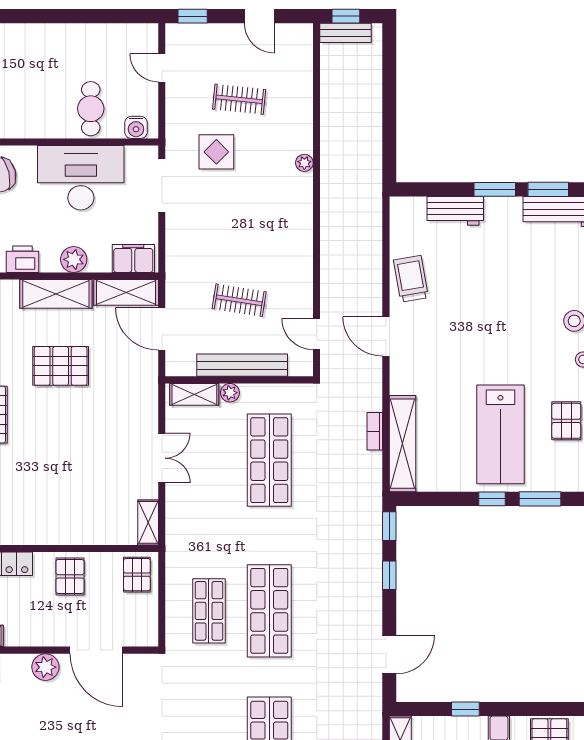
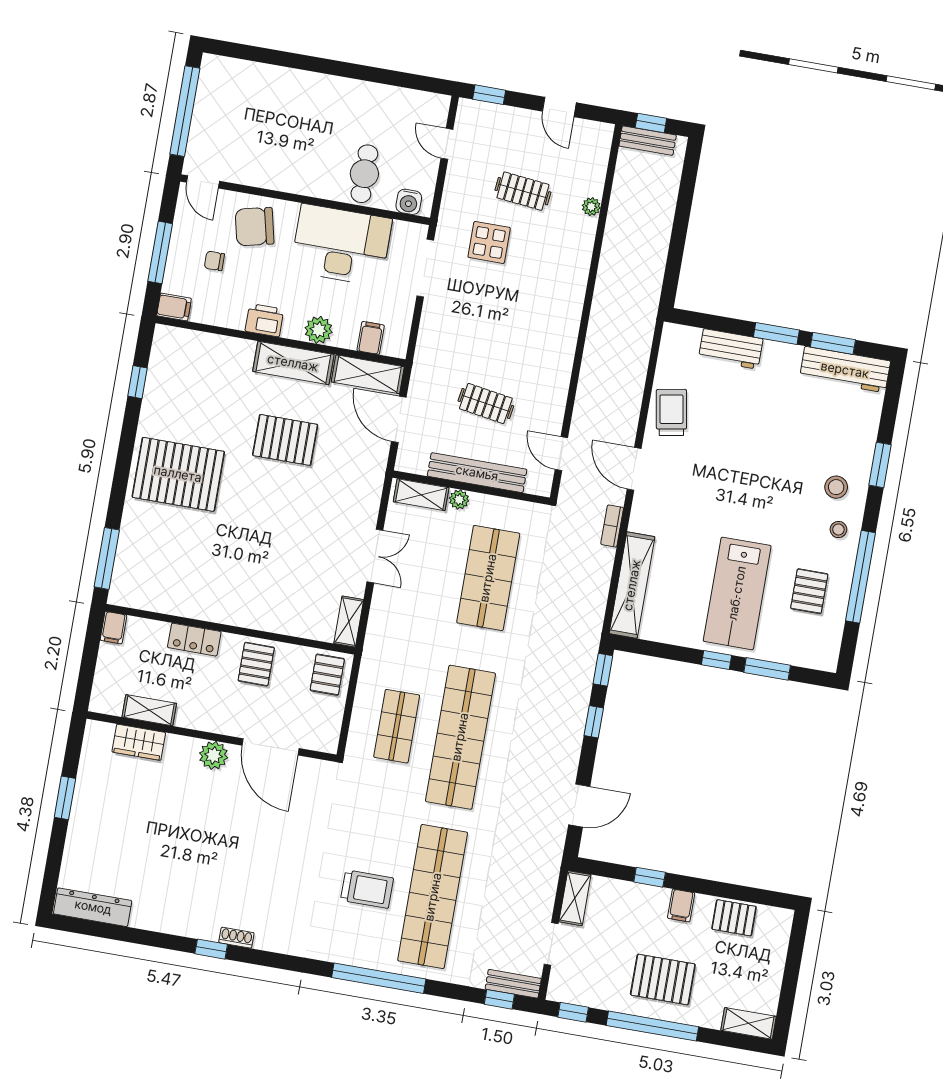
plant: (304, 163) -> (591, 207), moved
filing cabinet: (133, 258) -> (371, 338), width x0.50
bookcase: (375, 431) -> (612, 526), moved
shop shelf: (269, 611) -> (460, 737), width x1.40

